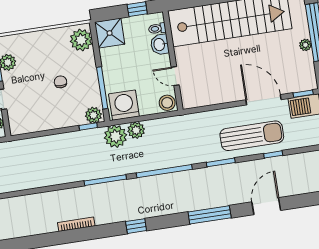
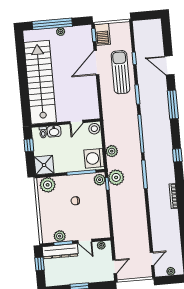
plant: (116, 136) -> (116, 177), moved

